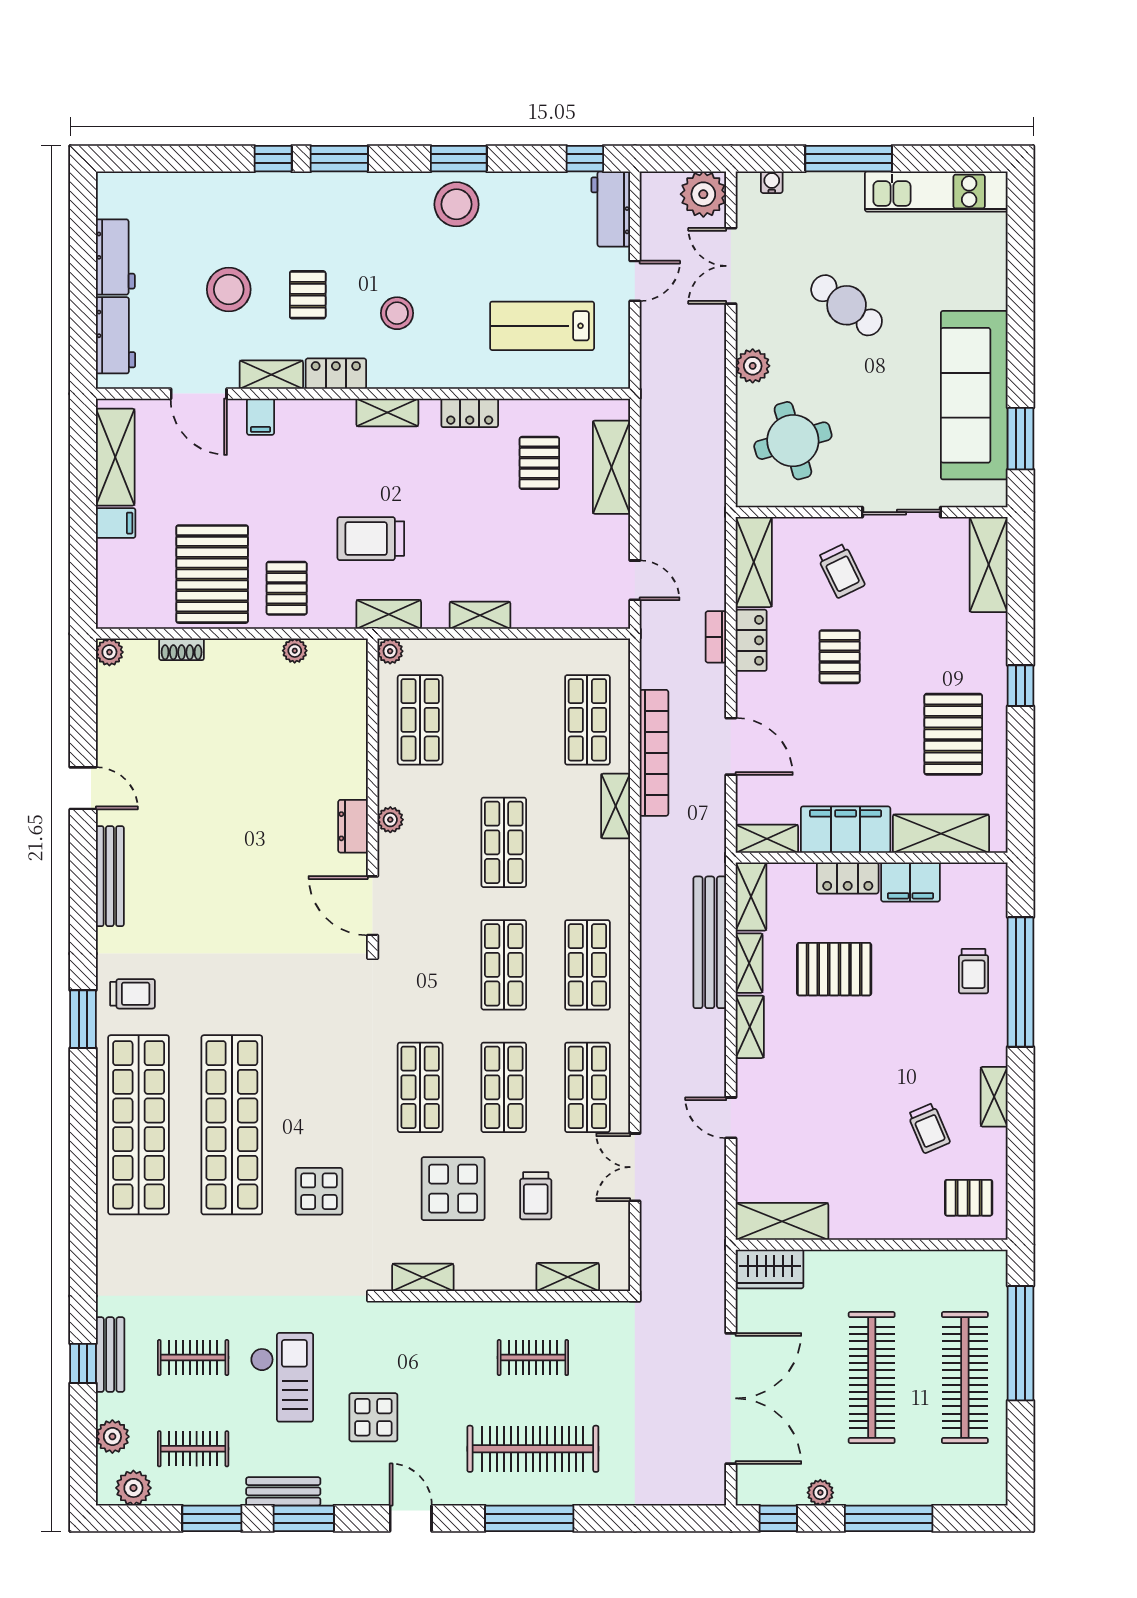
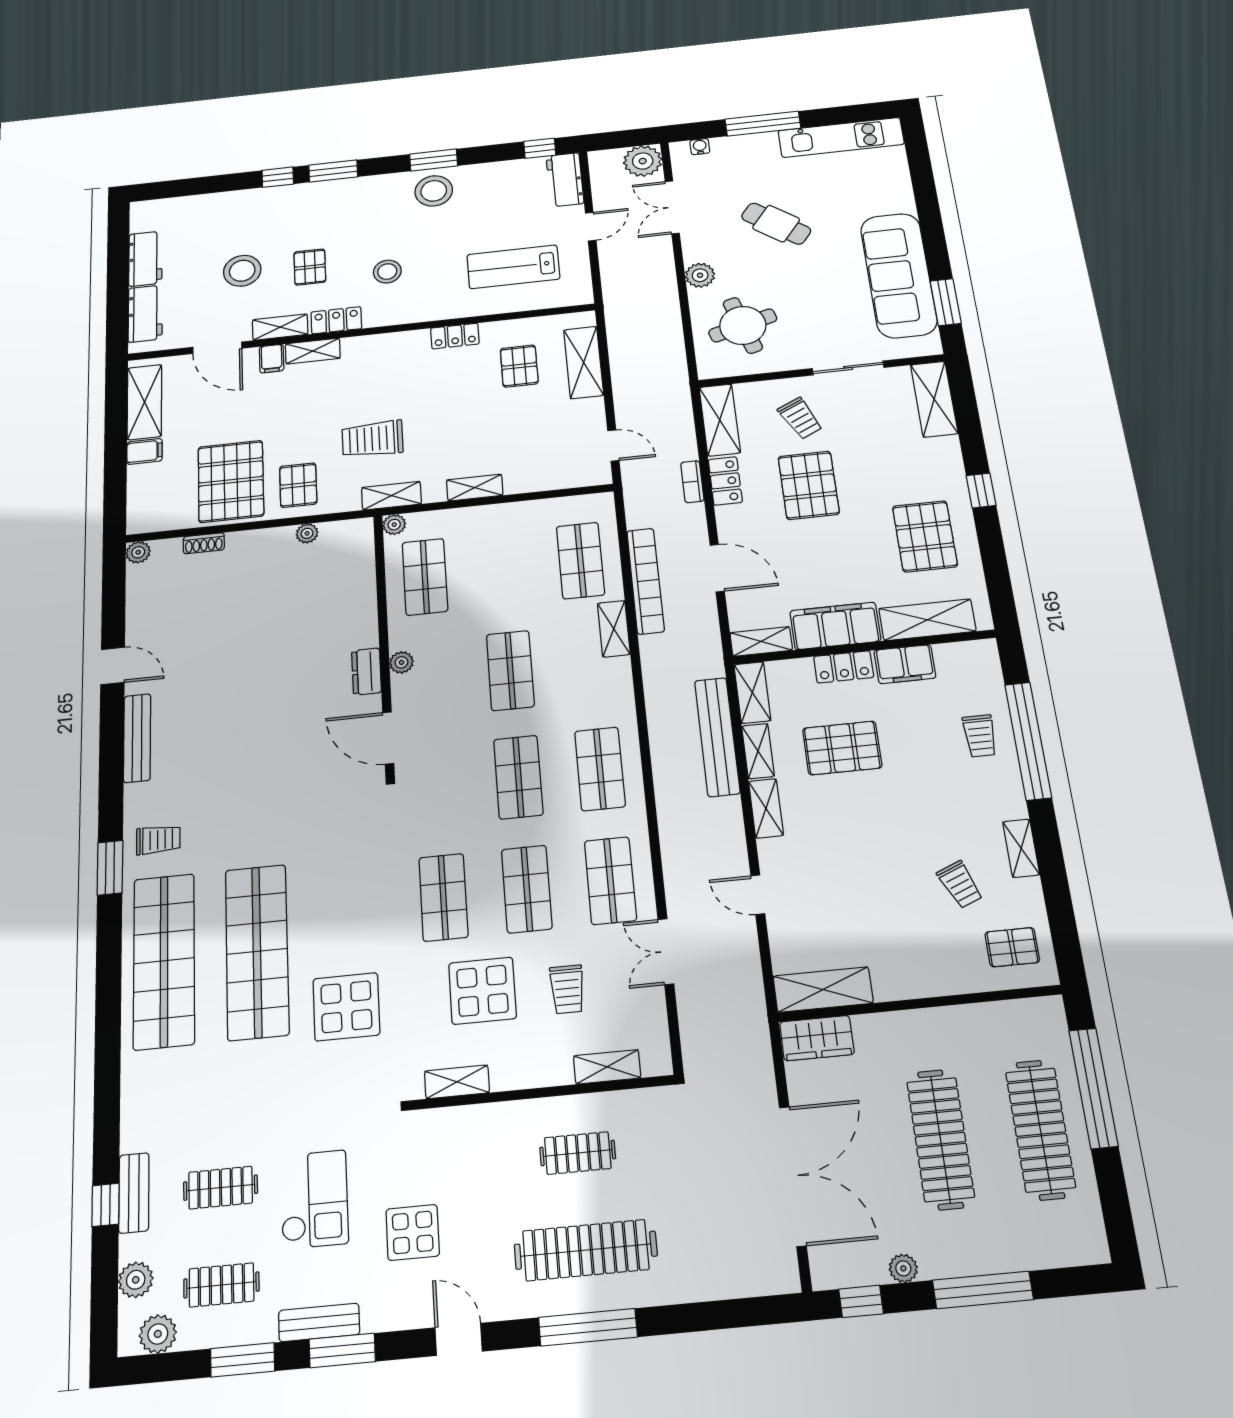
shelving: (387, 412) -> (313, 351), moved
pallet: (840, 657) -> (809, 485), width x1.50, depth x1.42
display table: (319, 1191) -> (346, 1007), width x1.36, depth x1.36

